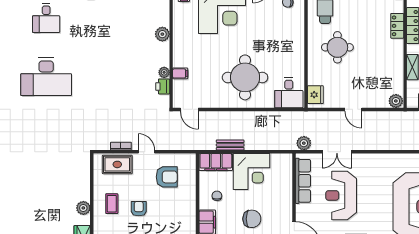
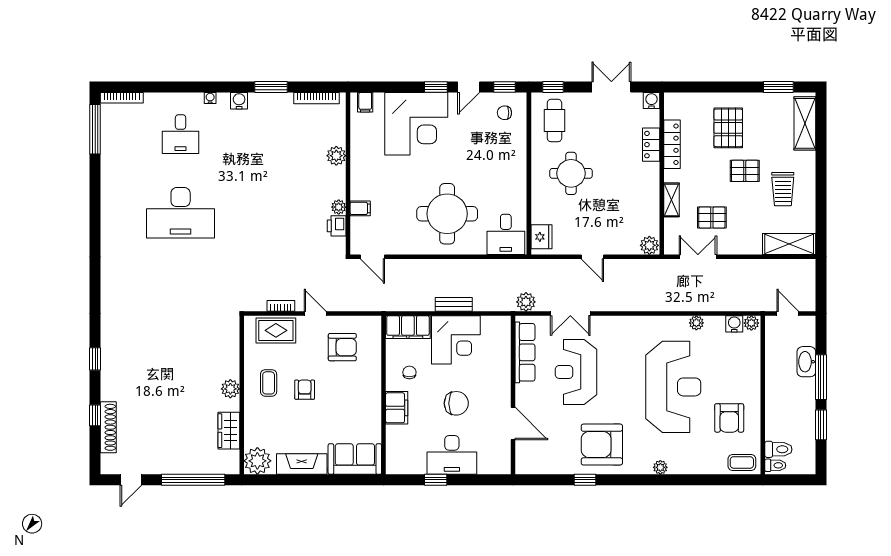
bench: (230, 145) -> (454, 304), moved

